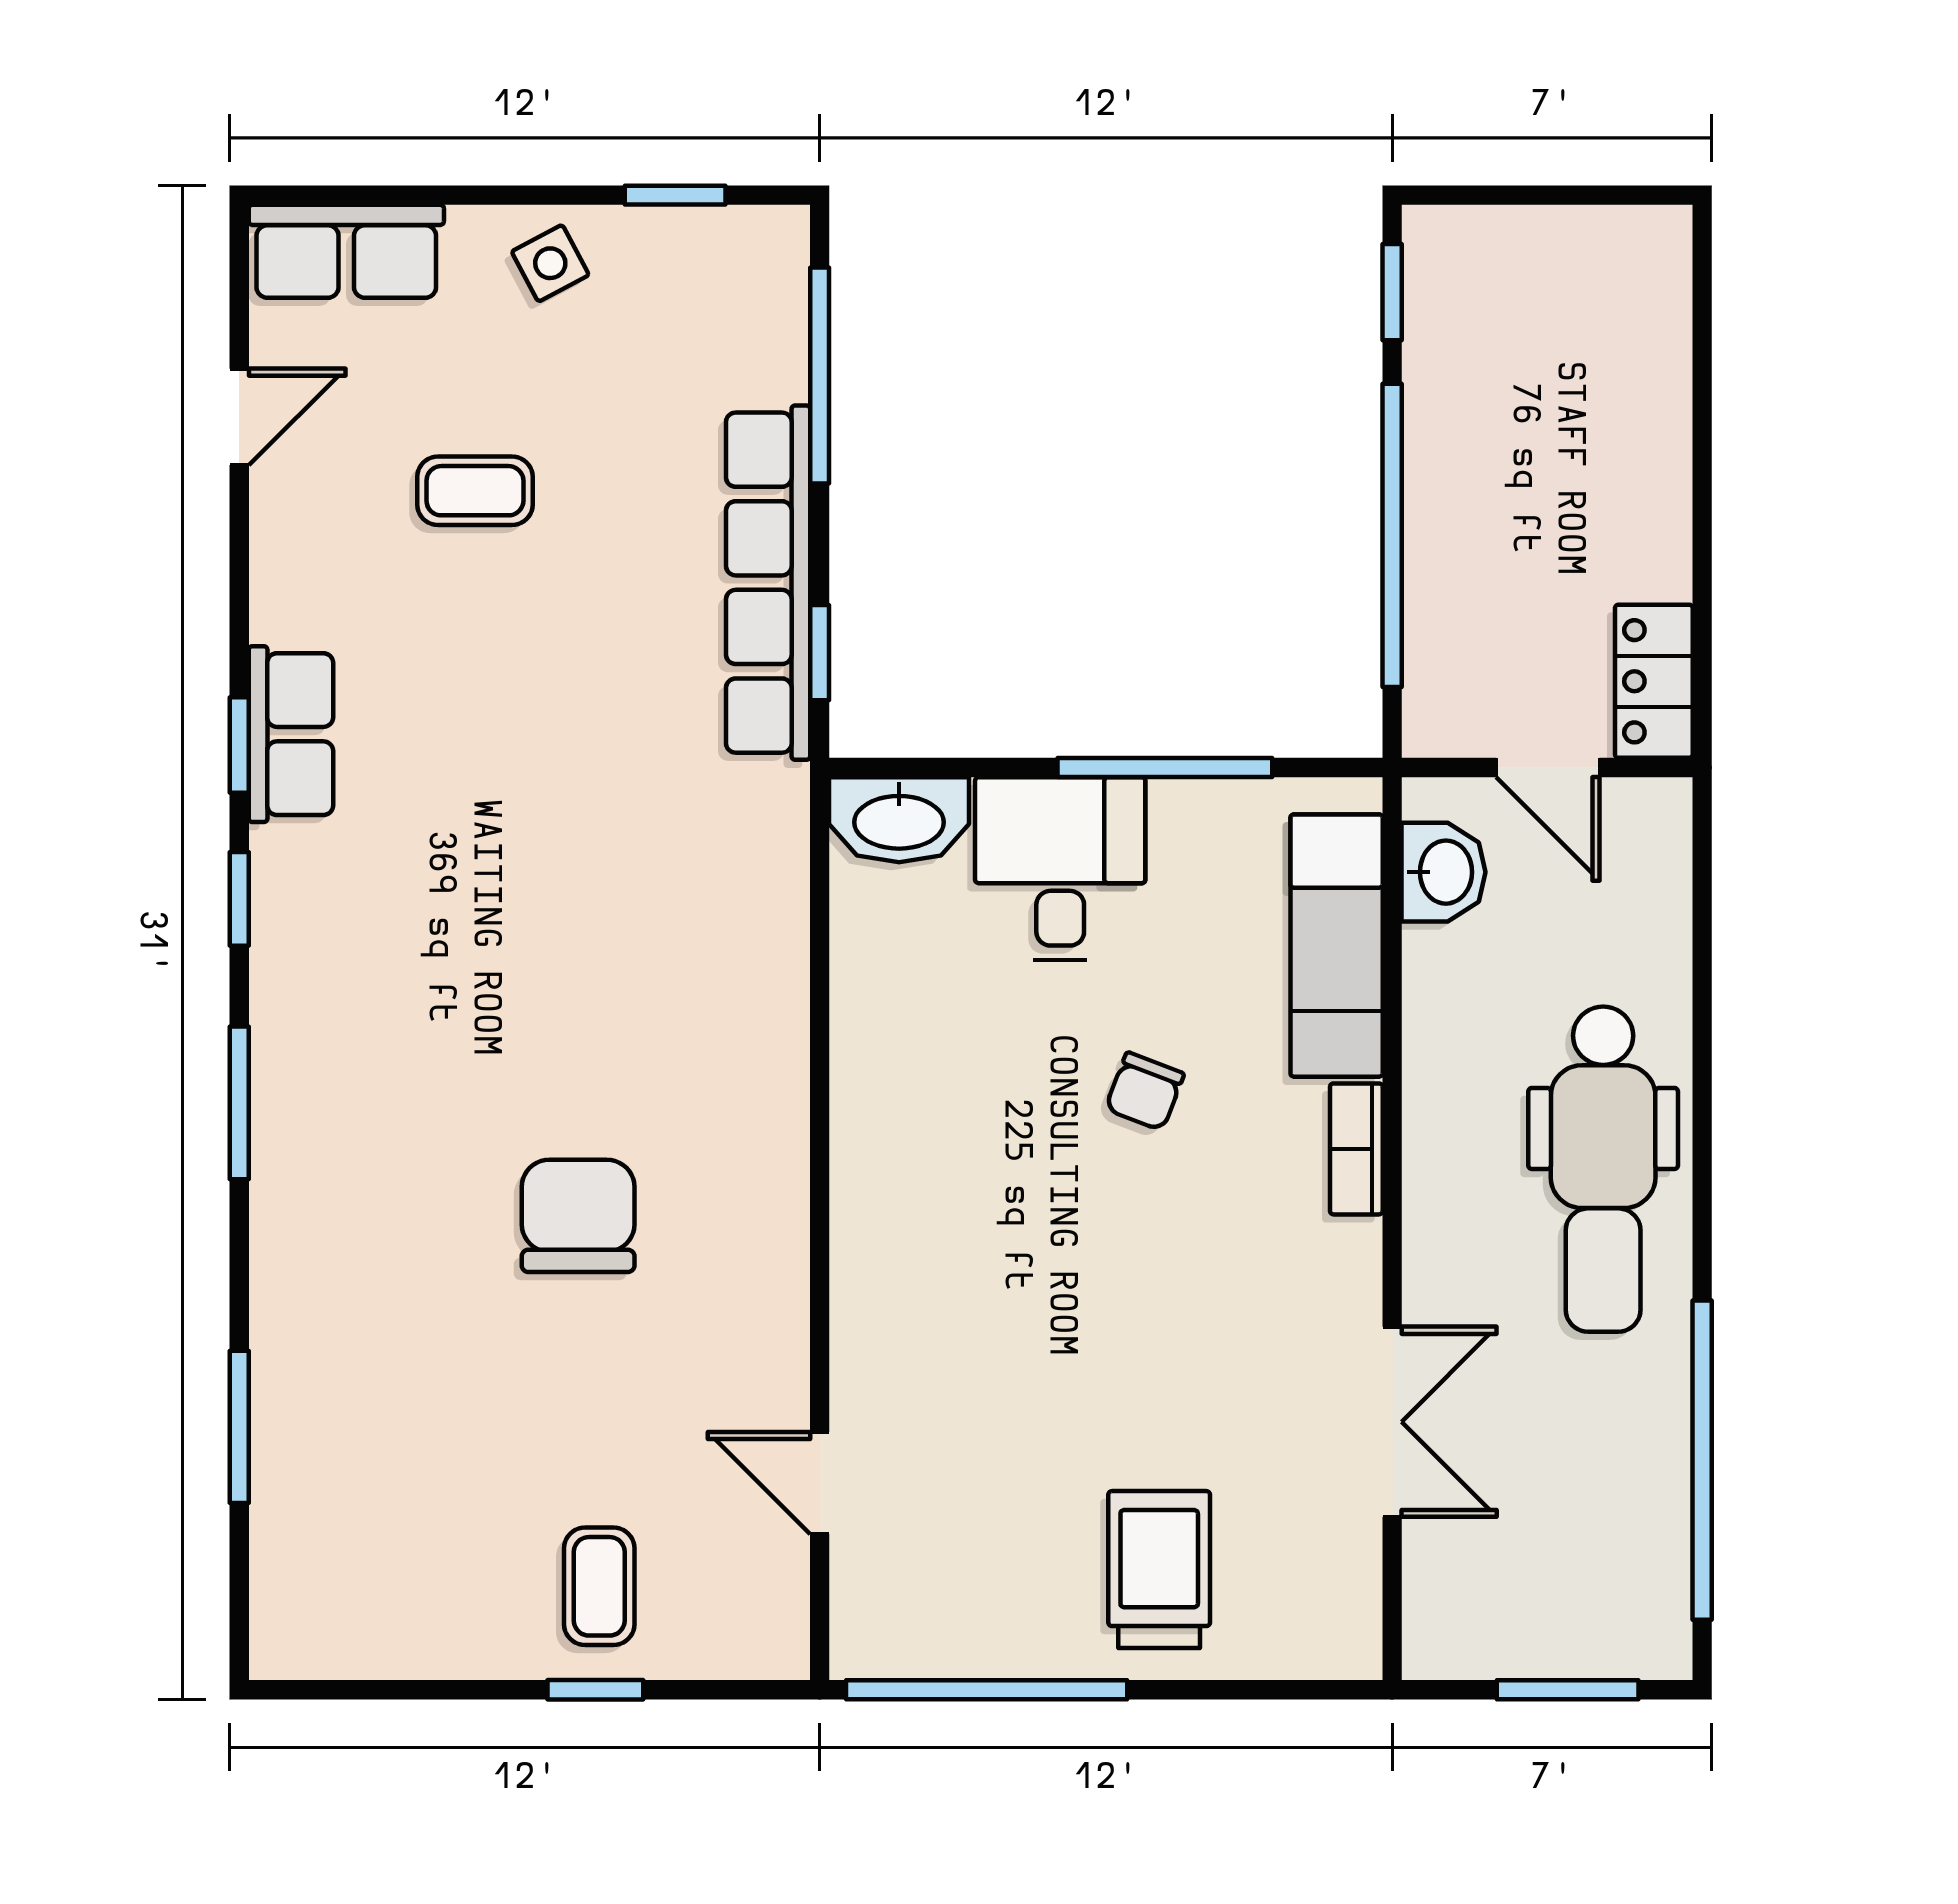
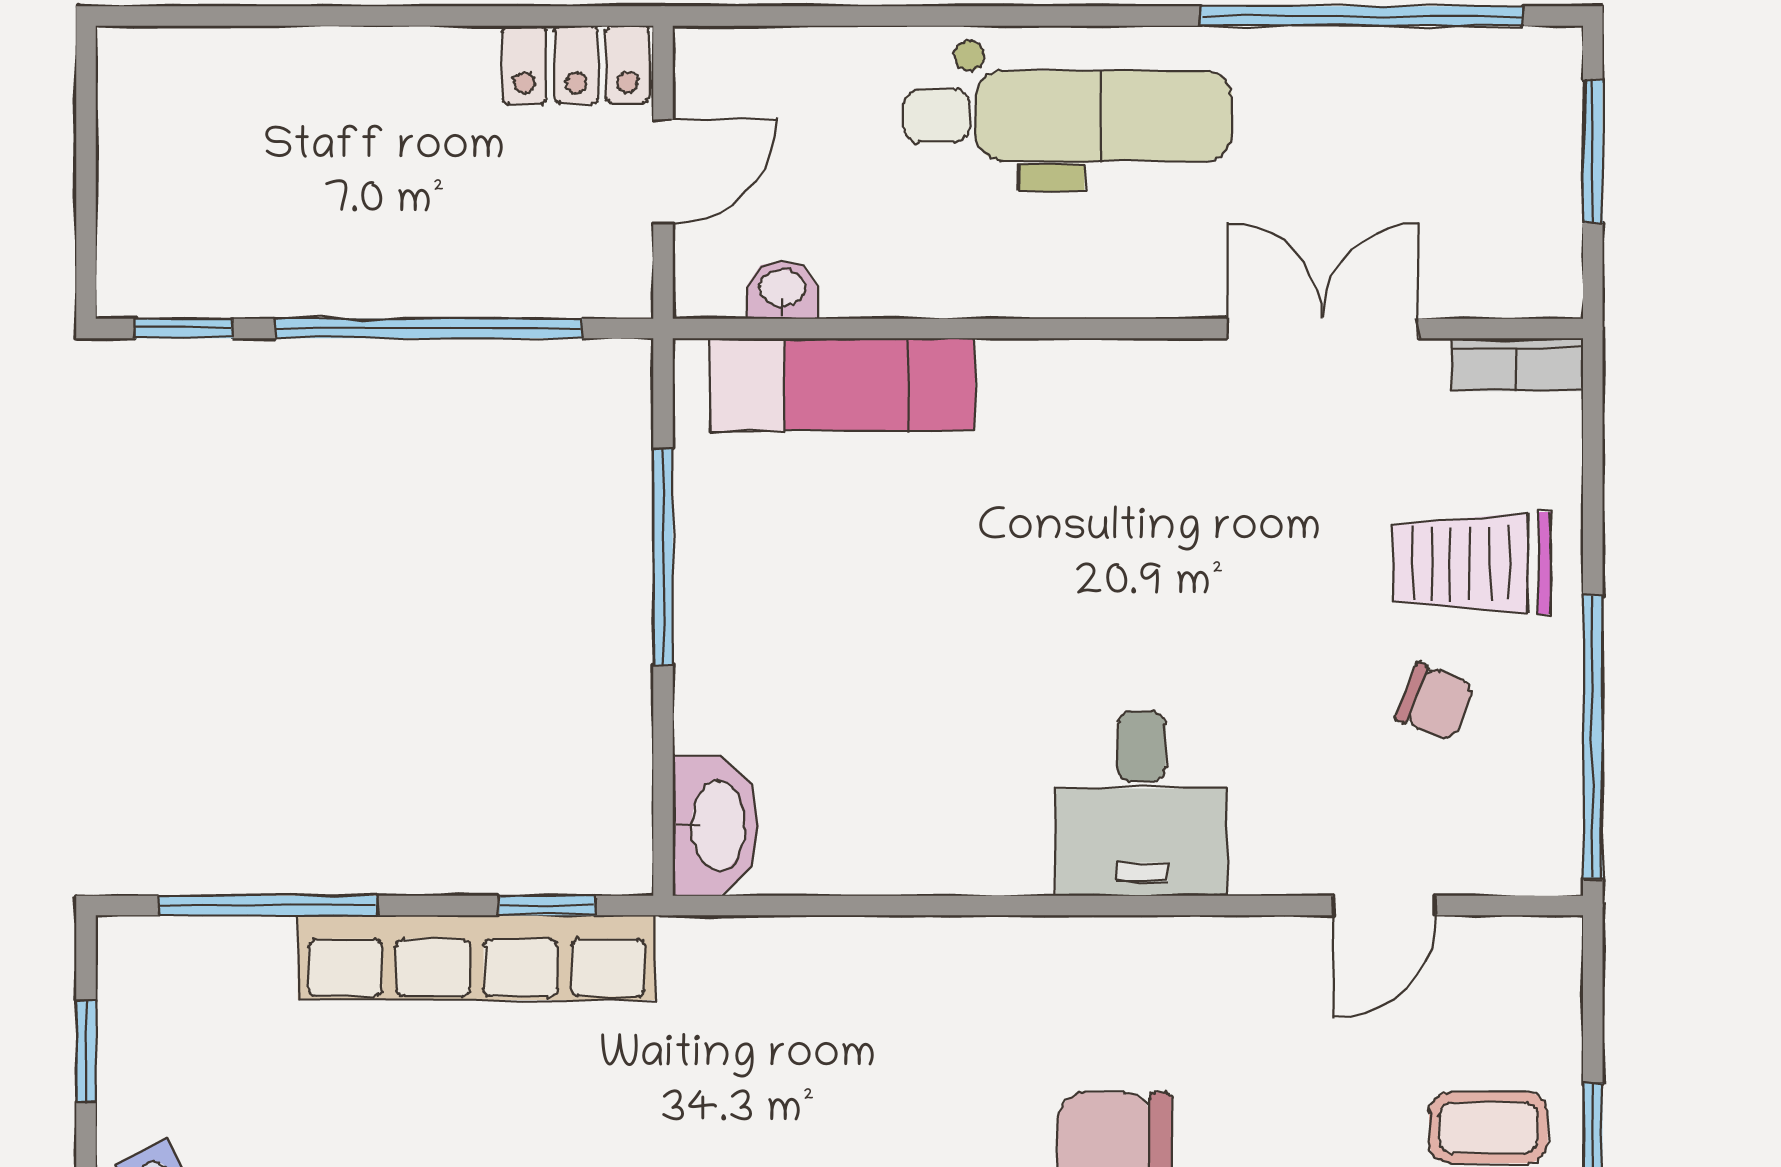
desk: (1060, 869) -> (1142, 803), moved, turned -90
washbasin: (1443, 872) -> (782, 290), width x0.72, depth x0.69
chair: (1145, 1091) -> (1435, 702), moved
bookcase: (1356, 1149) -> (1517, 365), moved

